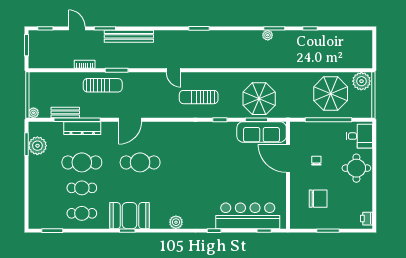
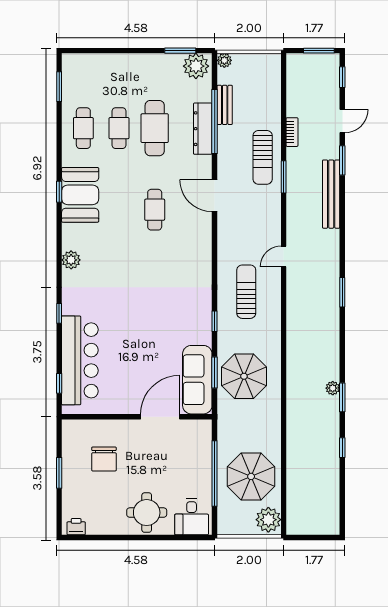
plant: (37, 146) -> (196, 66), moved
chair: (316, 161) -> (157, 456), removed
cafe table: (140, 162) -> (155, 210), width x0.73, depth x0.74

